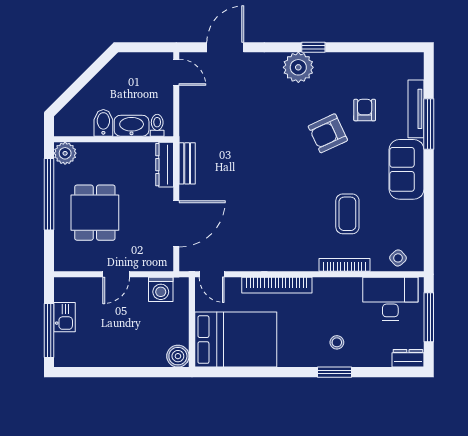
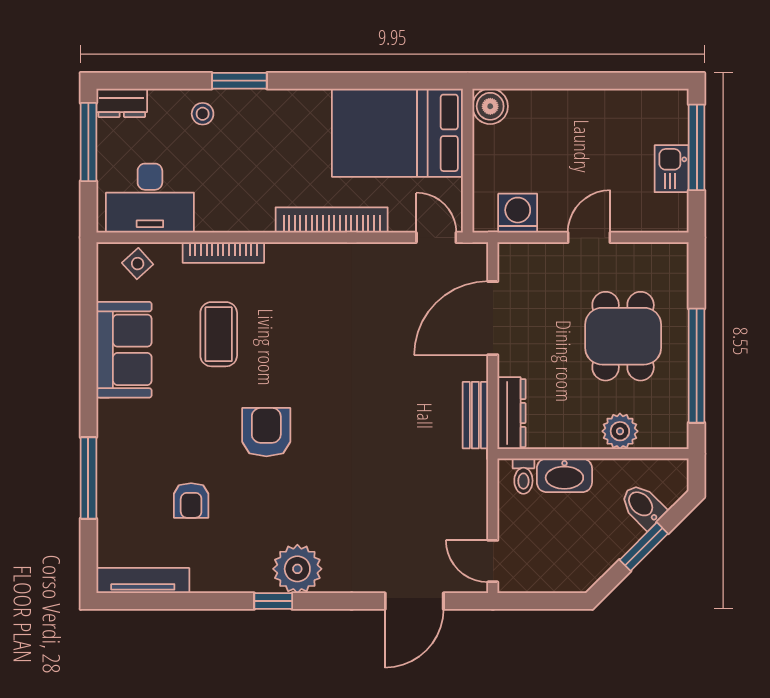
window: (82, 81) -> (644, 547), added
tv unit: (416, 109) -> (143, 581), moved, turned -90
bidet: (103, 123) -> (643, 506), moved, turned 135
armchair: (328, 133) -> (266, 432), moved, turned -65
plant: (65, 153) -> (620, 431), moved
sofa: (407, 169) -> (124, 350), moved
window: (429, 317) -> (88, 142), moved
stool: (337, 342) -> (203, 114), moved

